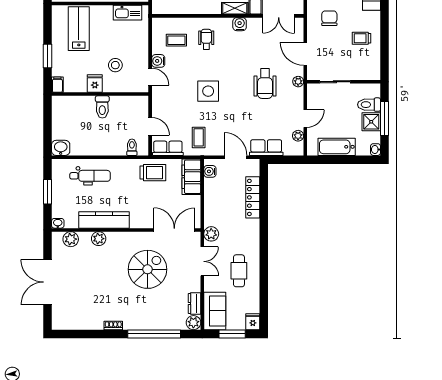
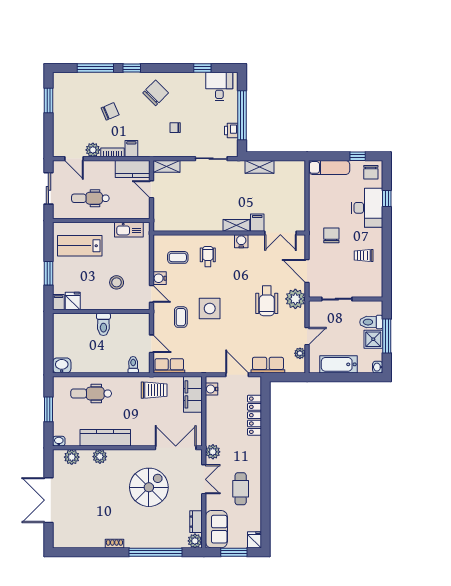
lab bench: (79, 29) -> (80, 246), turned -90
plant: (298, 82) -> (295, 299), width x1.88, depth x1.88
fridge: (95, 84) -> (73, 301), moved
coffee table: (199, 137) -> (181, 317), moved
dental chair: (90, 176) -> (91, 394), turned 180

